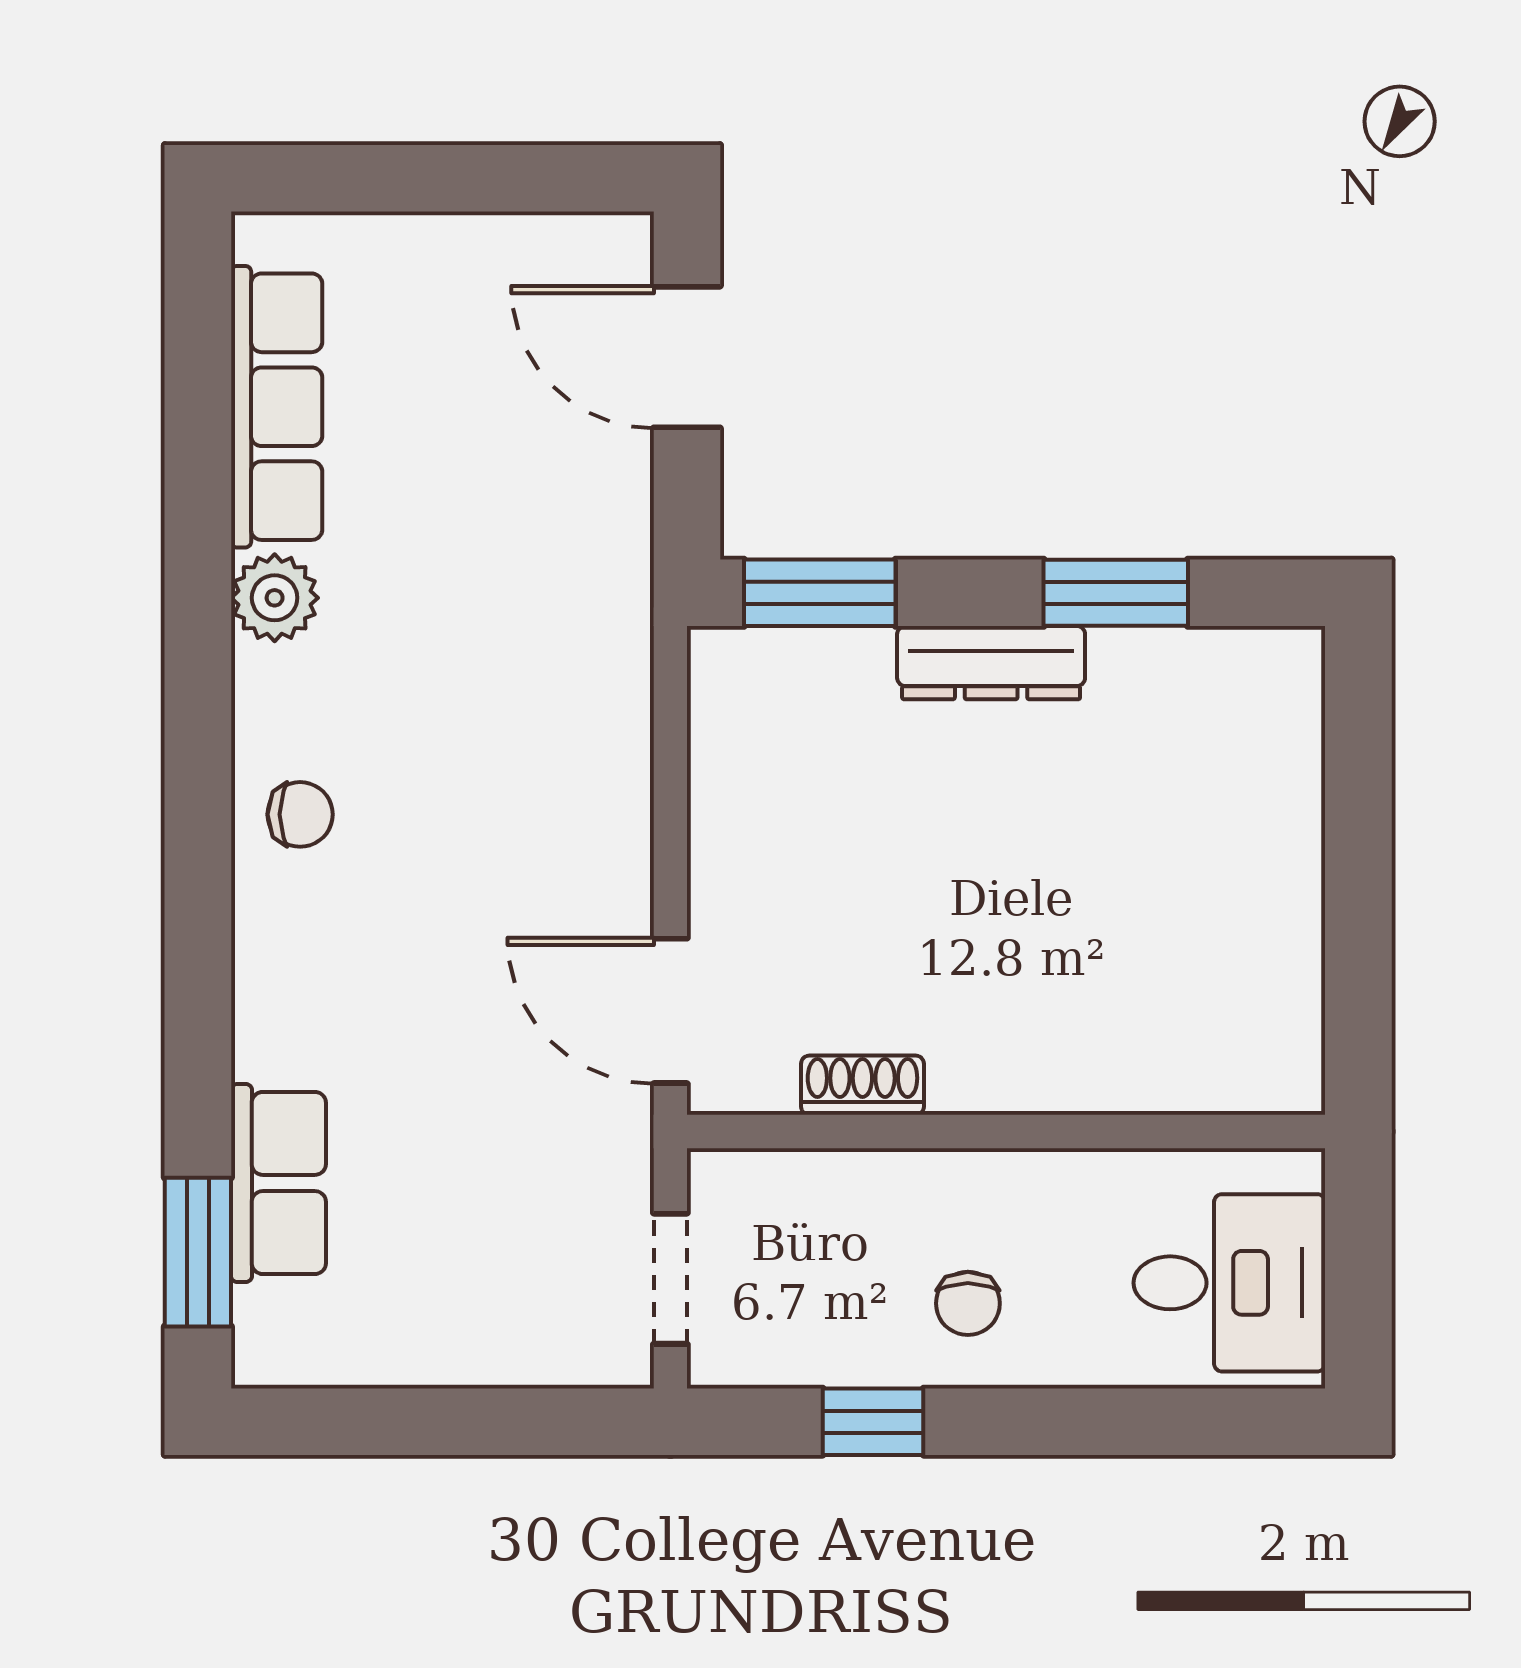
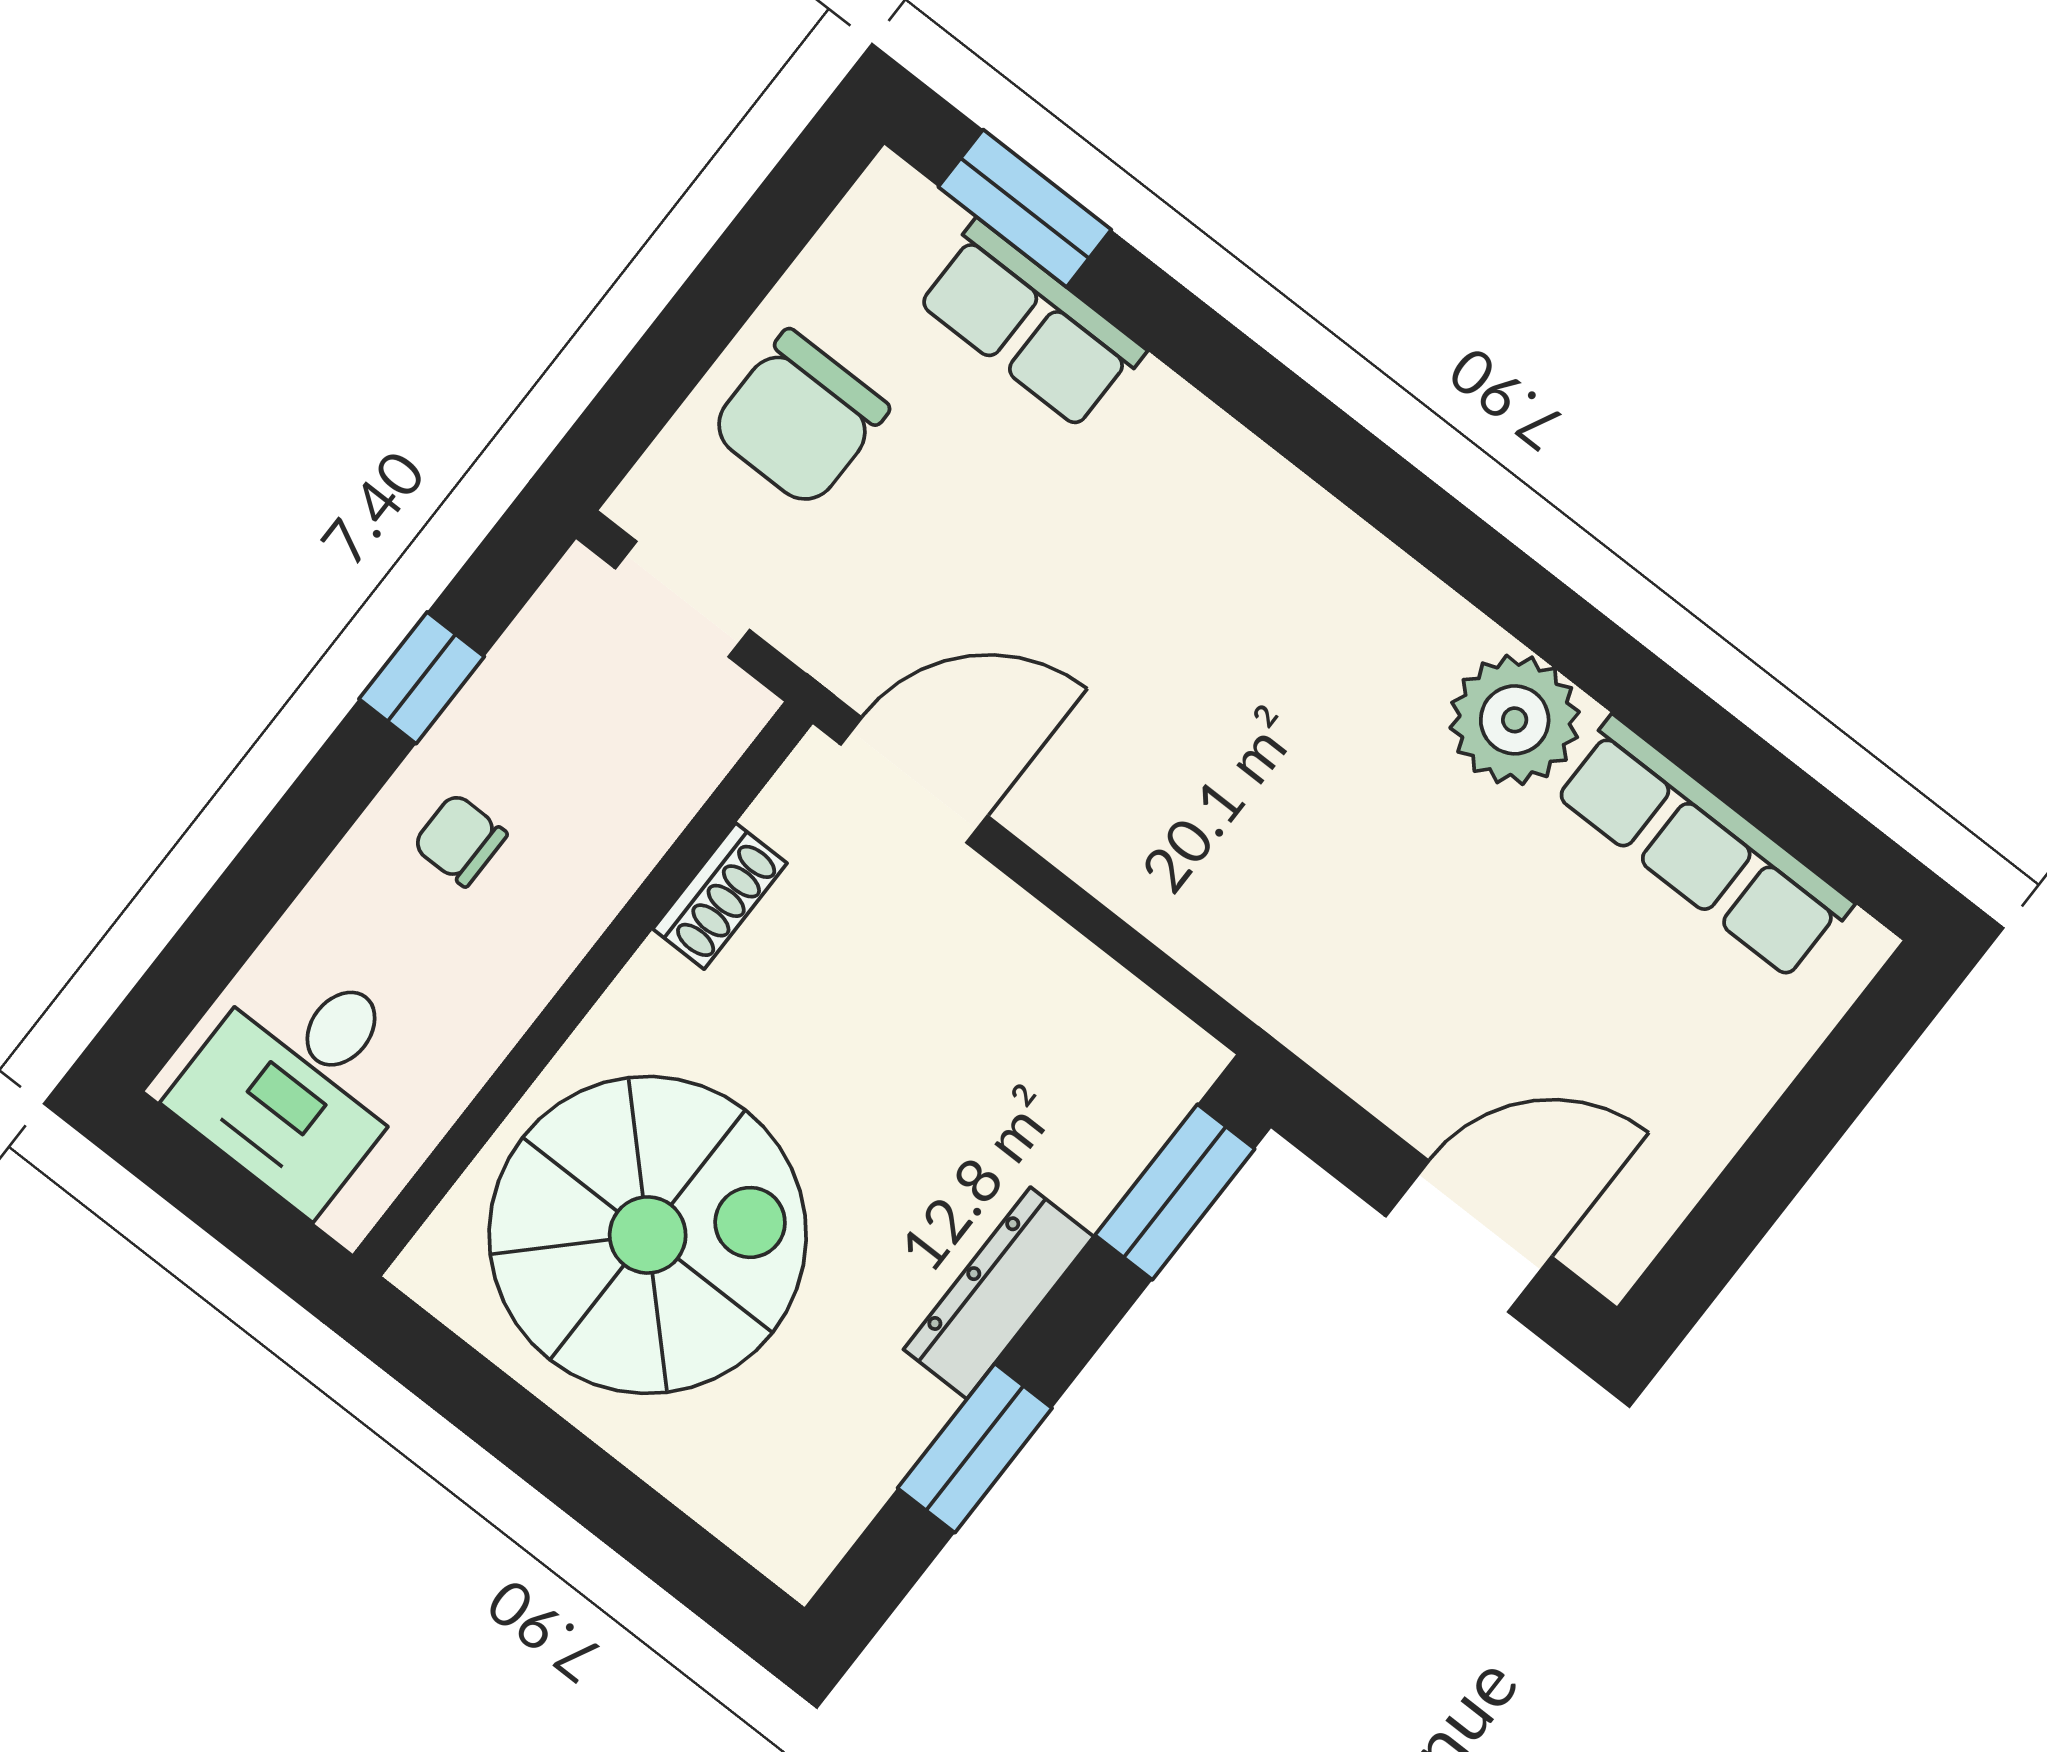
plant: (275, 598) -> (1515, 720), width x1.36, depth x1.36
chair: (300, 814) -> (799, 419), moved, width x1.87, depth x1.87
spiral stairs: (1146, 947) -> (648, 1235), added

